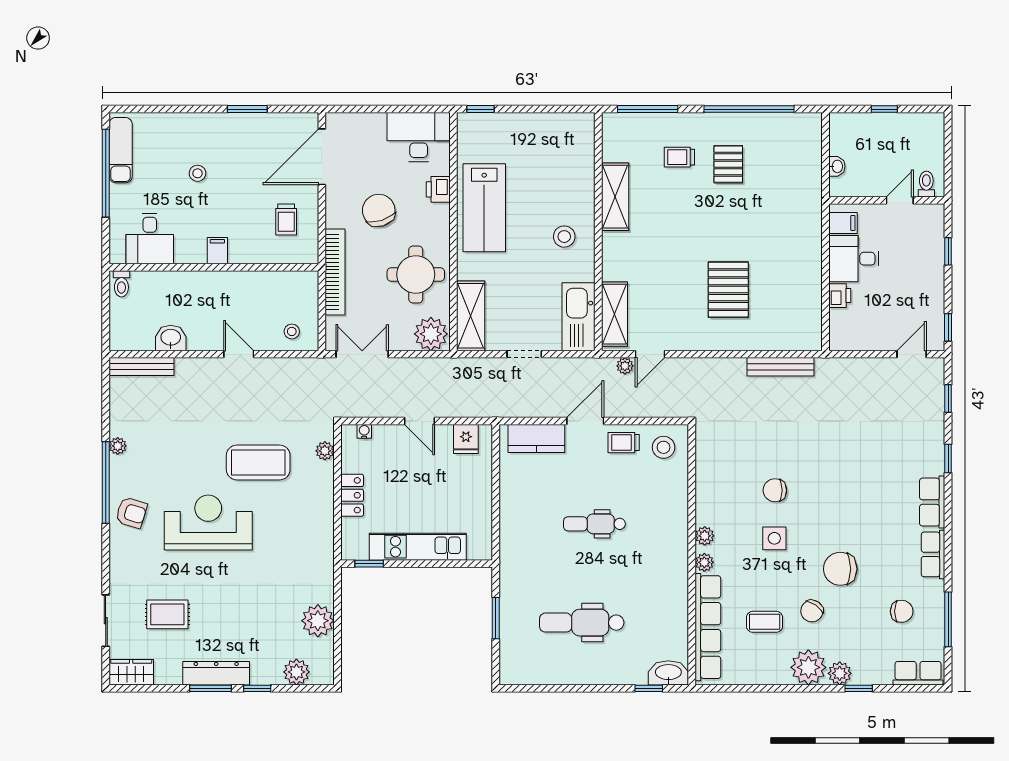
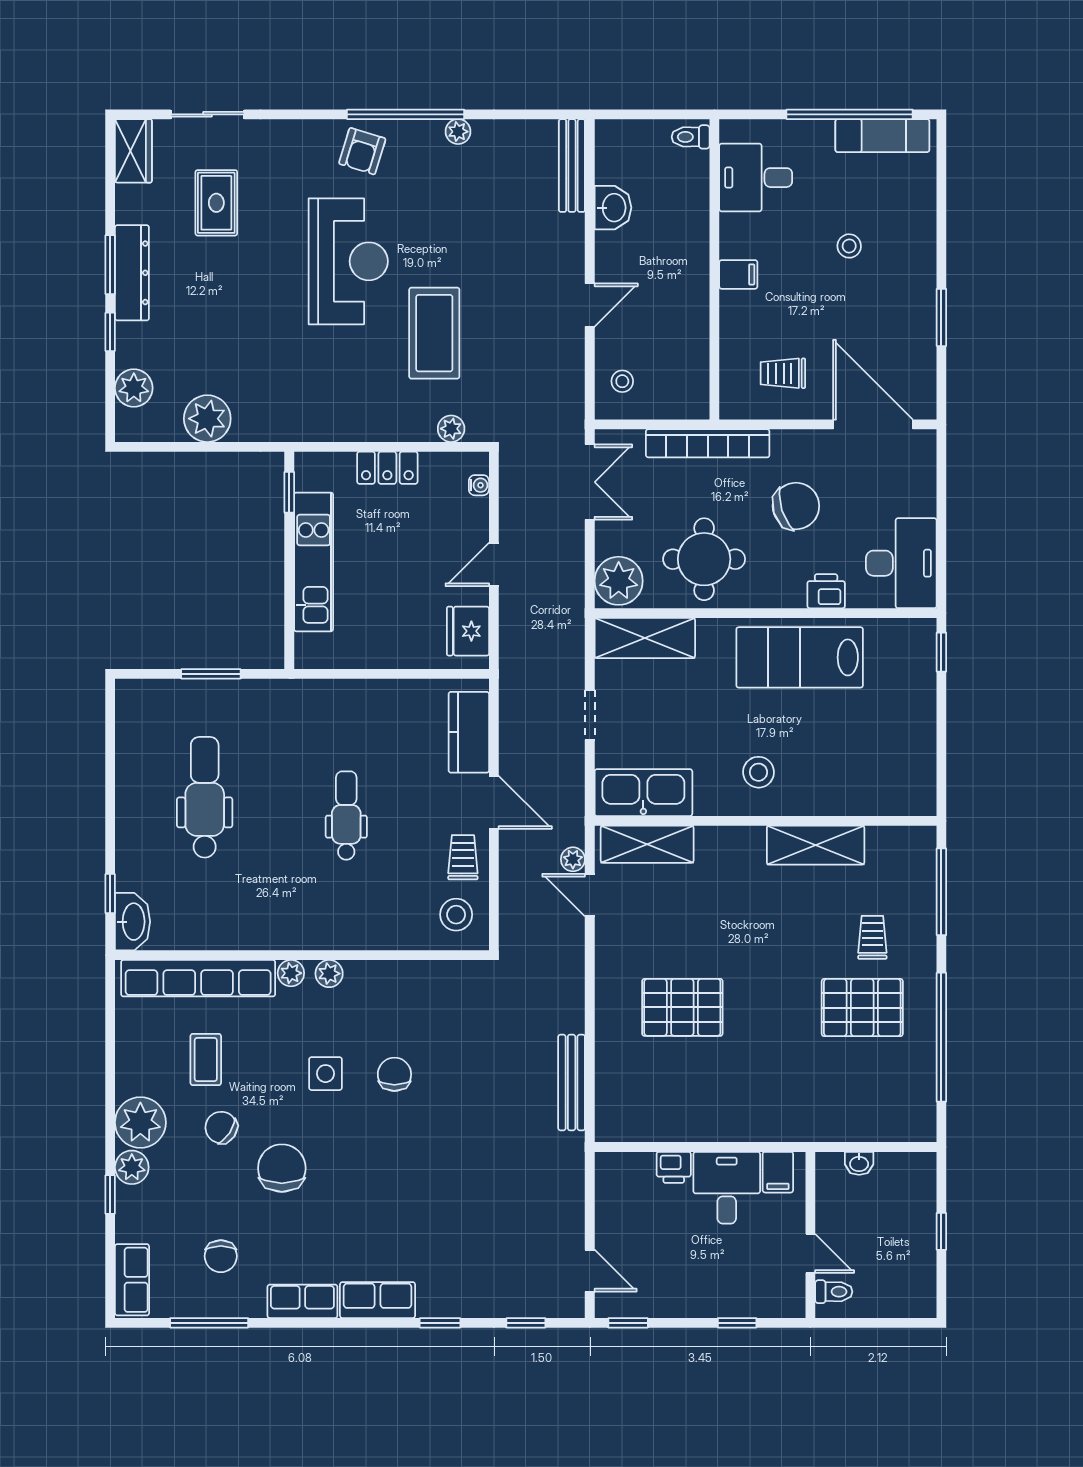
pallet: (728, 164) -> (862, 1008), width x1.50, depth x1.42
fridge: (466, 439) -> (468, 631), width x1.38

